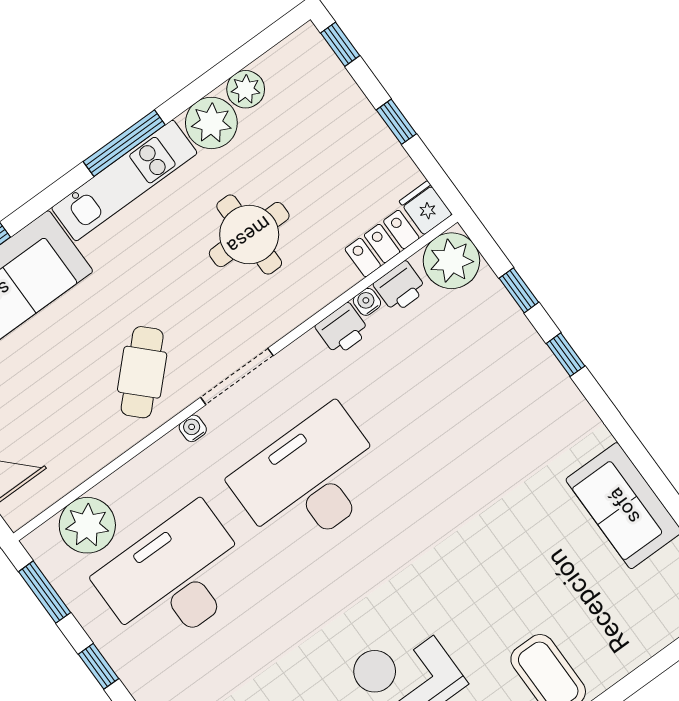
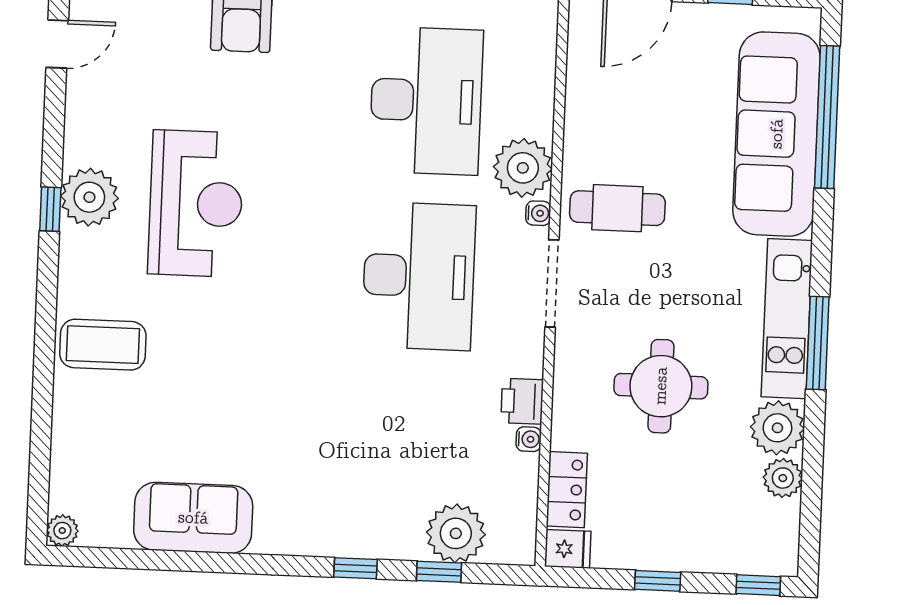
plant: (451, 261) -> (456, 533), moved
printer: (400, 287) -> (519, 476), removed
cafe table: (142, 372) -> (617, 208), turned -45
plant: (87, 525) -> (523, 168), moved

